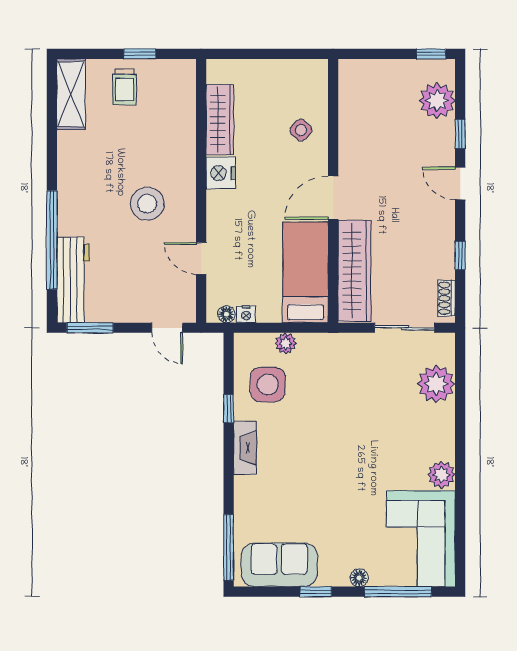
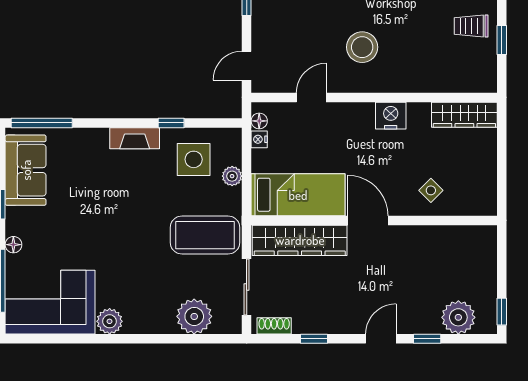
wardrobe: (220, 120) -> (464, 115), moved
coffee table: (349, 372) -> (205, 235), added

